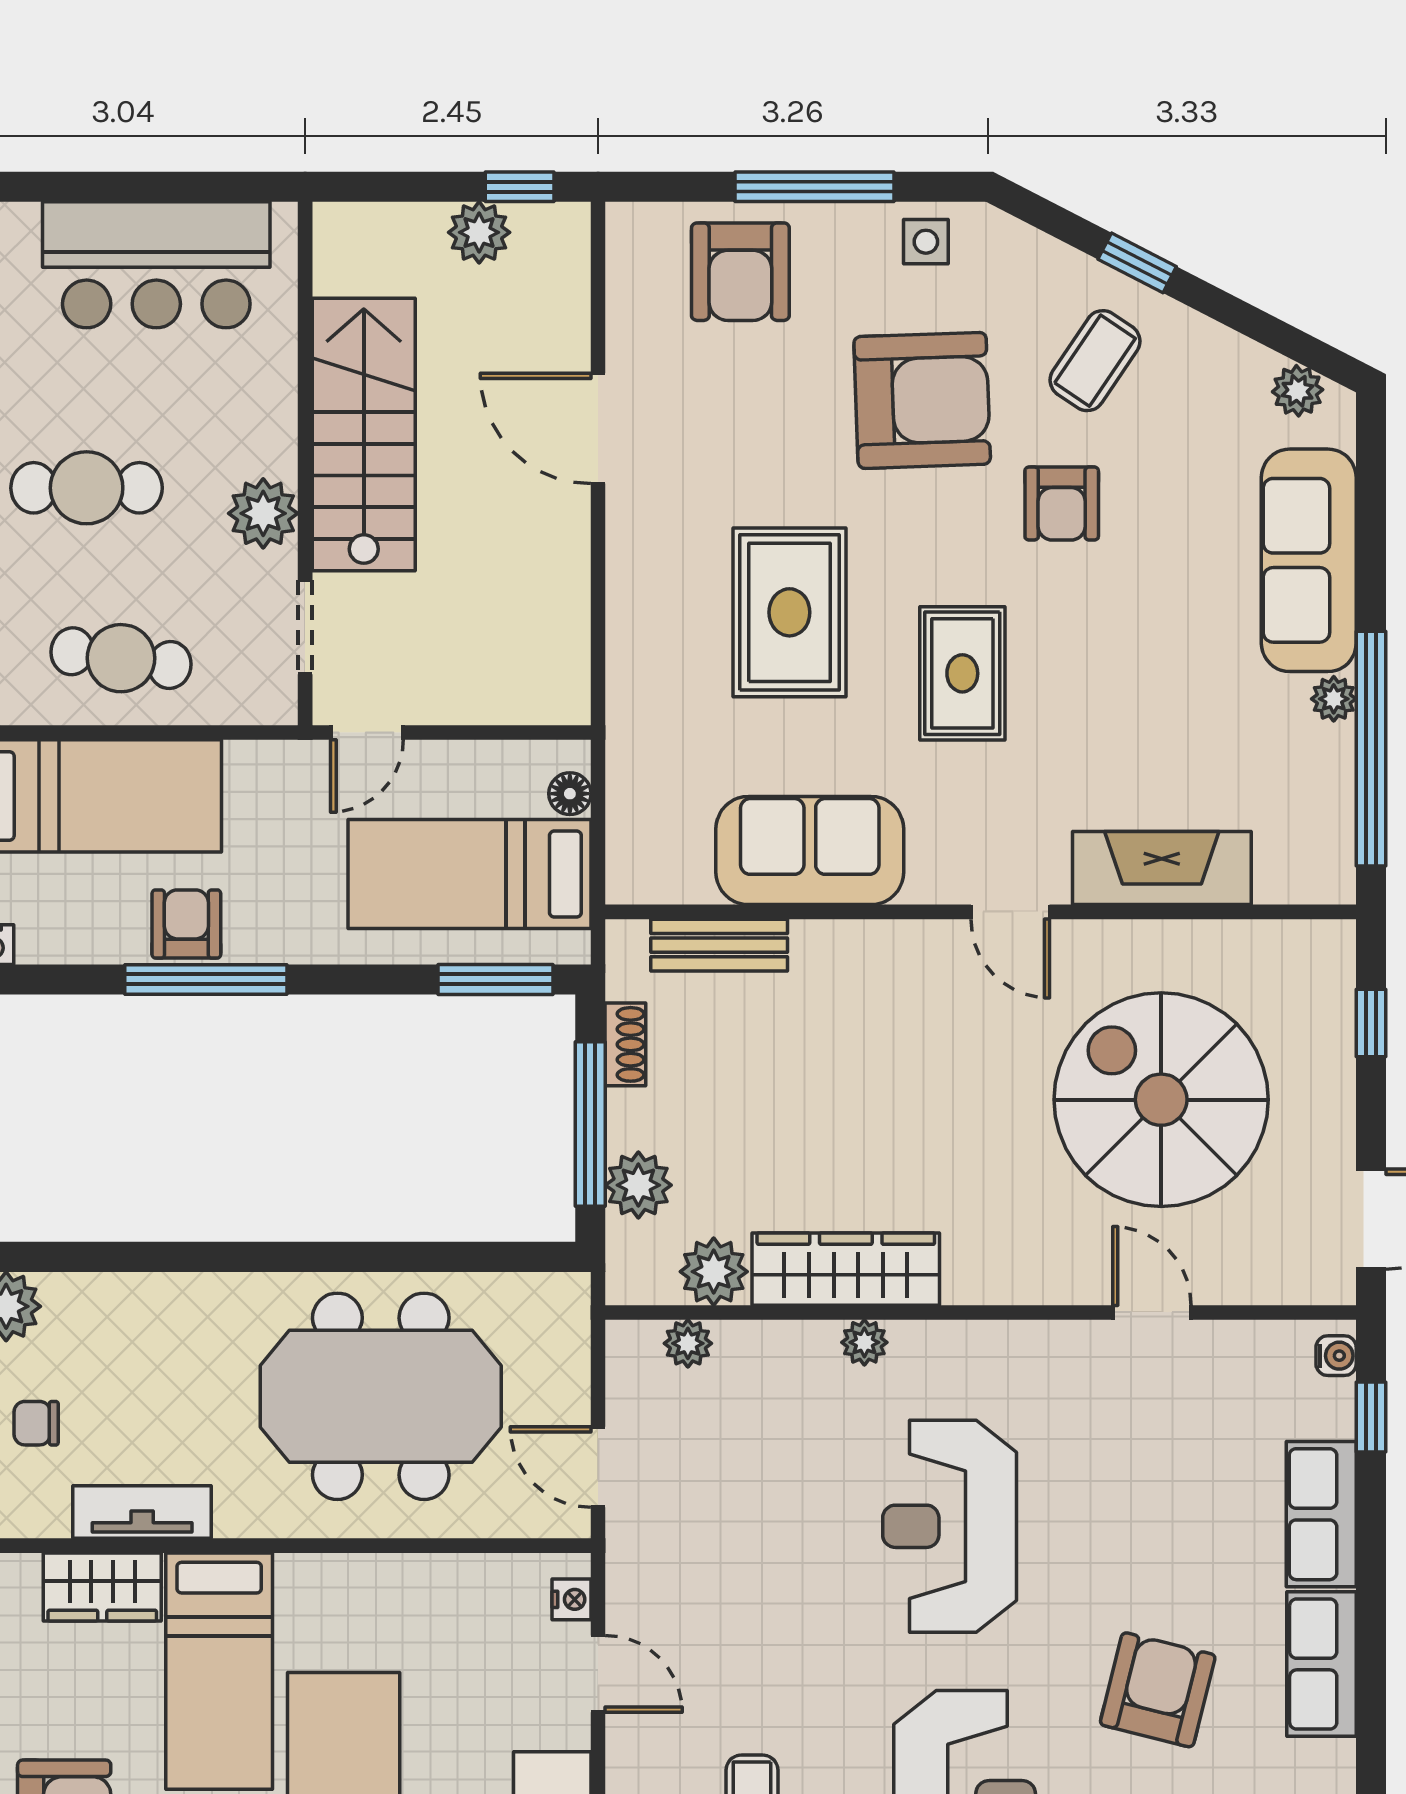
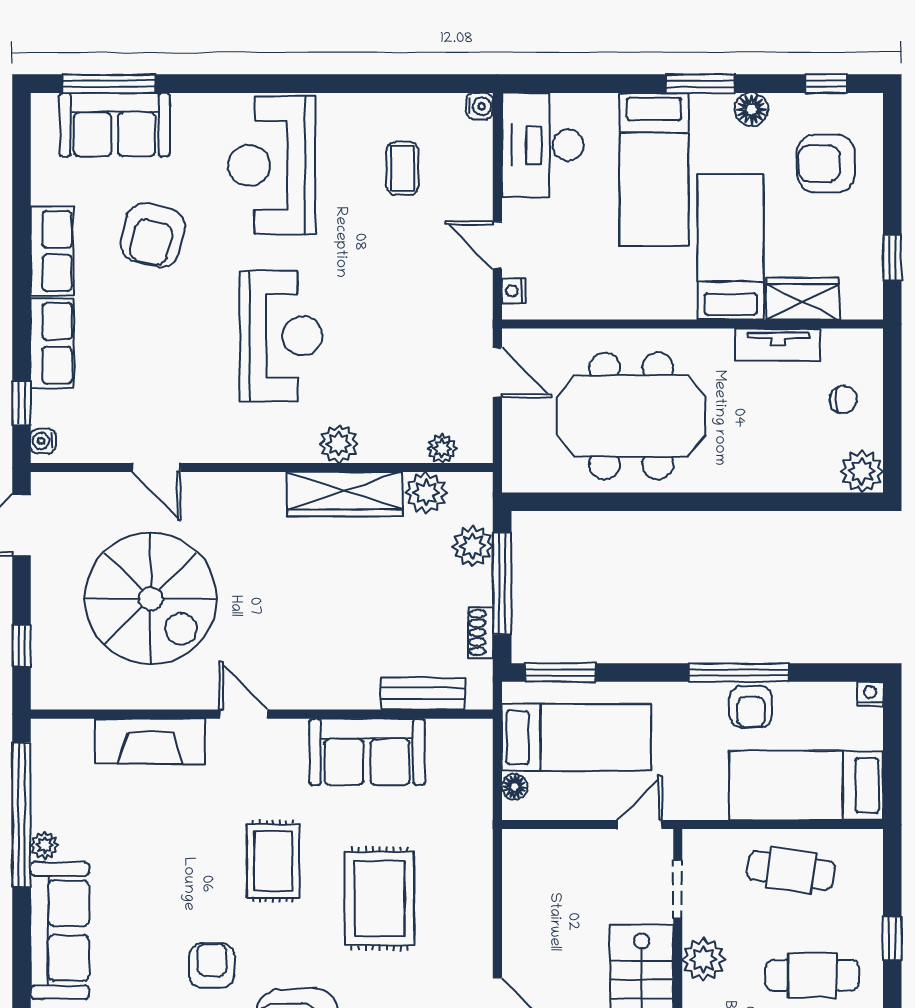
plant: (864, 1342) -> (339, 444), width x1.38, depth x1.38

